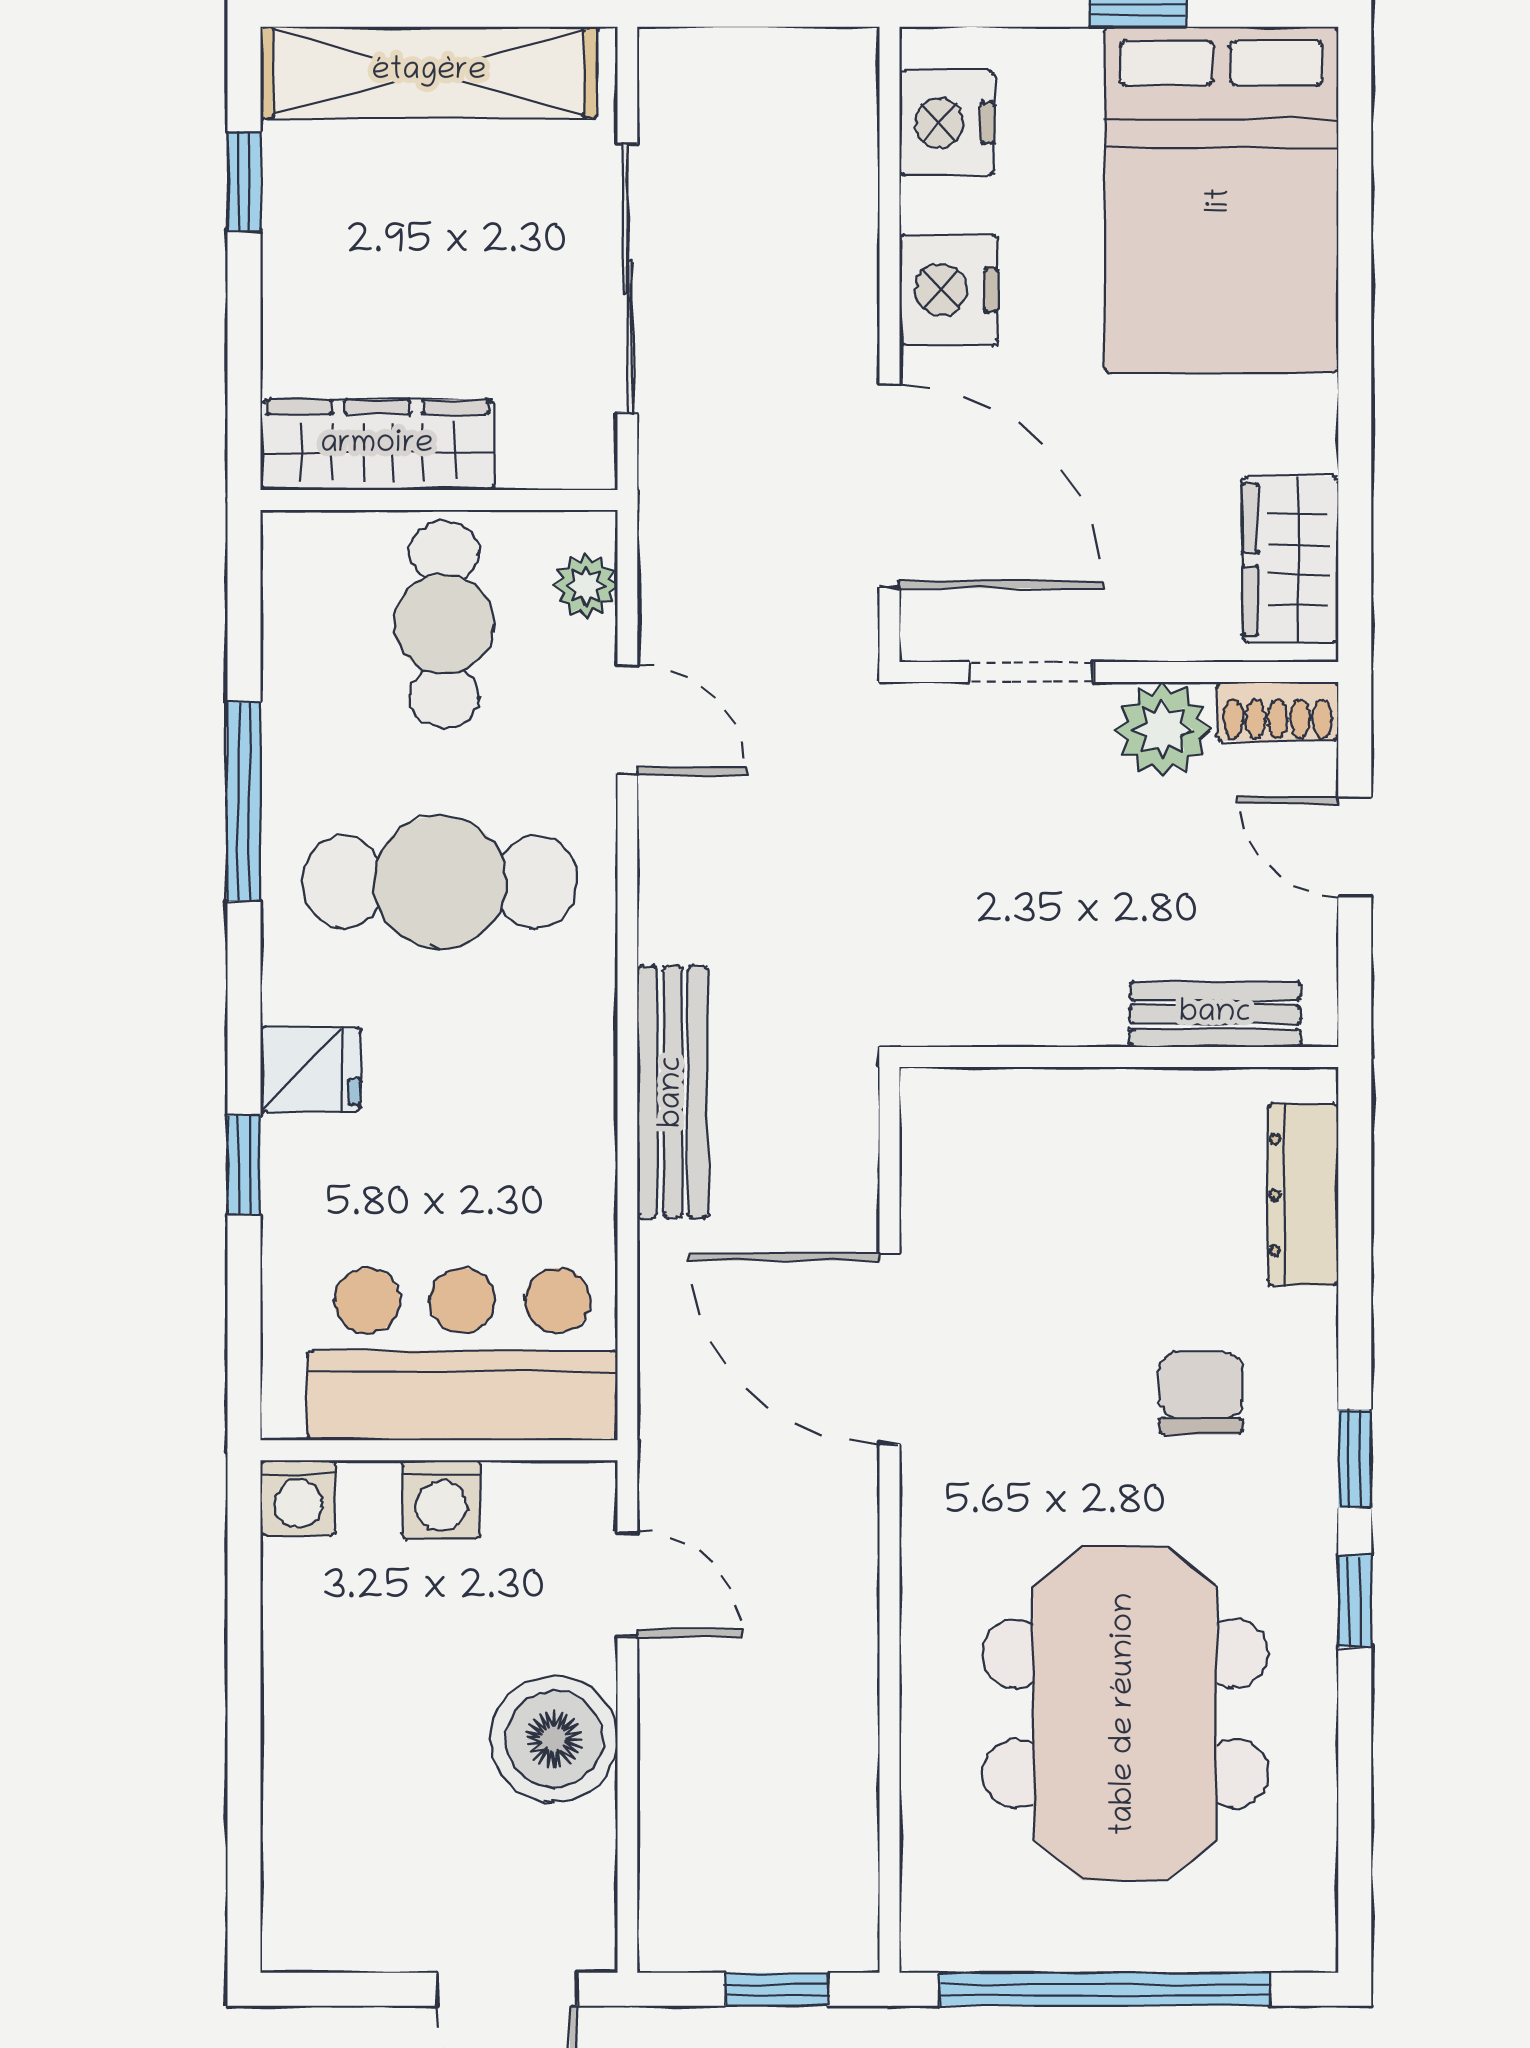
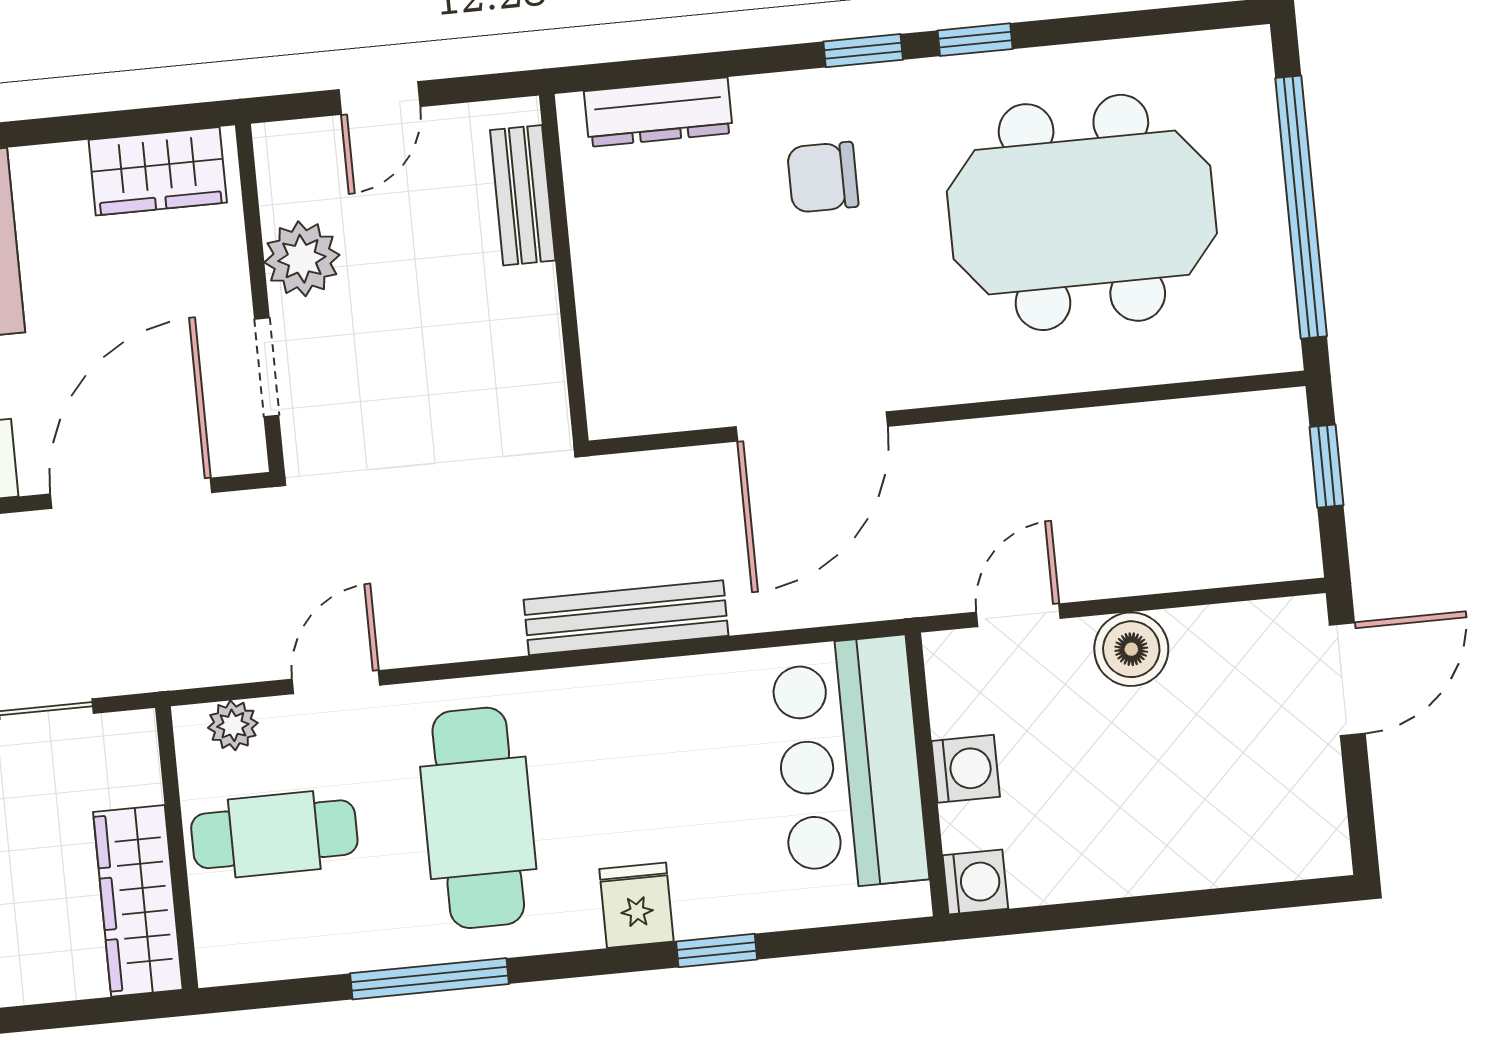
shoe rack: (1278, 711) -> (279, 169), removed
boiler: (554, 1739) -> (1131, 649), width x0.73, depth x0.73

